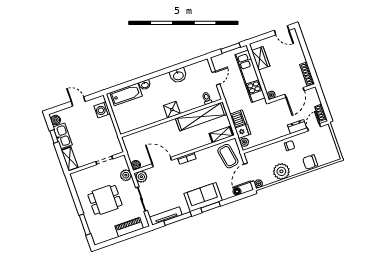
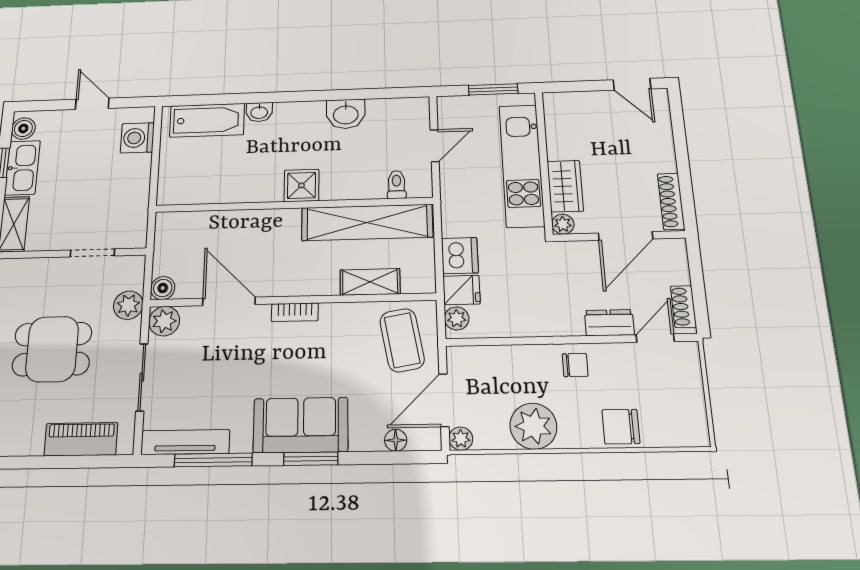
wardrobe: (261, 58) -> (565, 186), moved
shelving: (221, 135) -> (370, 282), moved

